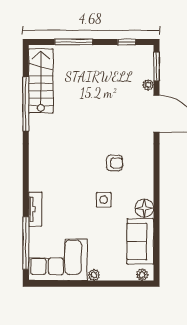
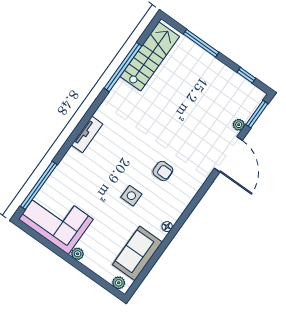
floor lamp: (144, 208) -> (167, 227), width x0.53, depth x0.53
tv unit: (35, 209) -> (87, 134), moved

